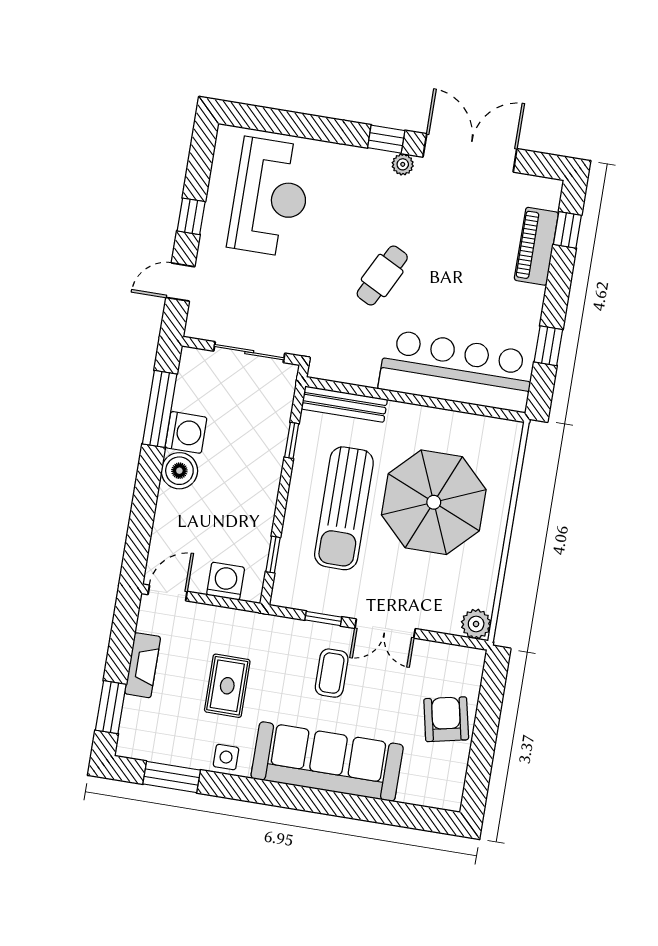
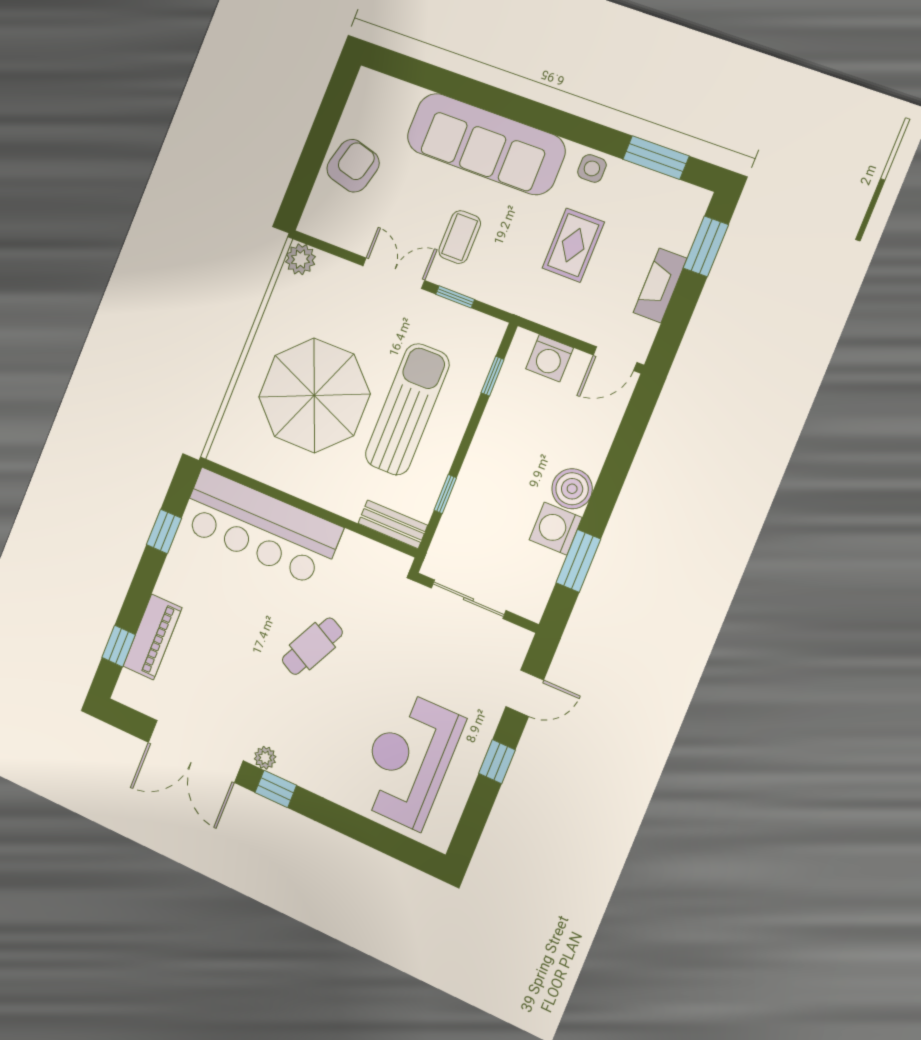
bench: (344, 404) -> (393, 524), width x0.73
window: (160, 409) -> (578, 561), width x0.69
armchair: (446, 719) -> (353, 166), turned -153

